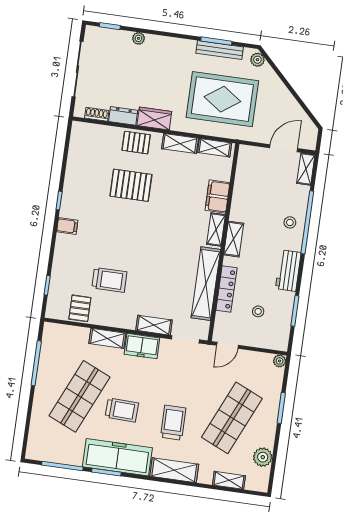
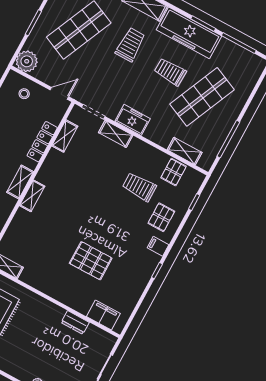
shoe rack: (97, 114) -> (97, 332), removed
wardrobe: (154, 118) -> (49, 310), removed
pallet: (136, 143) -> (161, 217), moved, turned 90
shelving: (180, 143) -> (35, 281), removed
filing cabinet: (218, 196) -> (103, 315), moved, turned -90
shelving: (206, 284) -> (65, 136), width x0.45, depth x0.75
stool: (258, 311) -> (24, 94), moved
shelving: (107, 338) -> (185, 151), moved
plant: (280, 361) -> (27, 61), width x1.88, depth x1.88
trolley: (173, 423) -> (130, 45), turned 180

